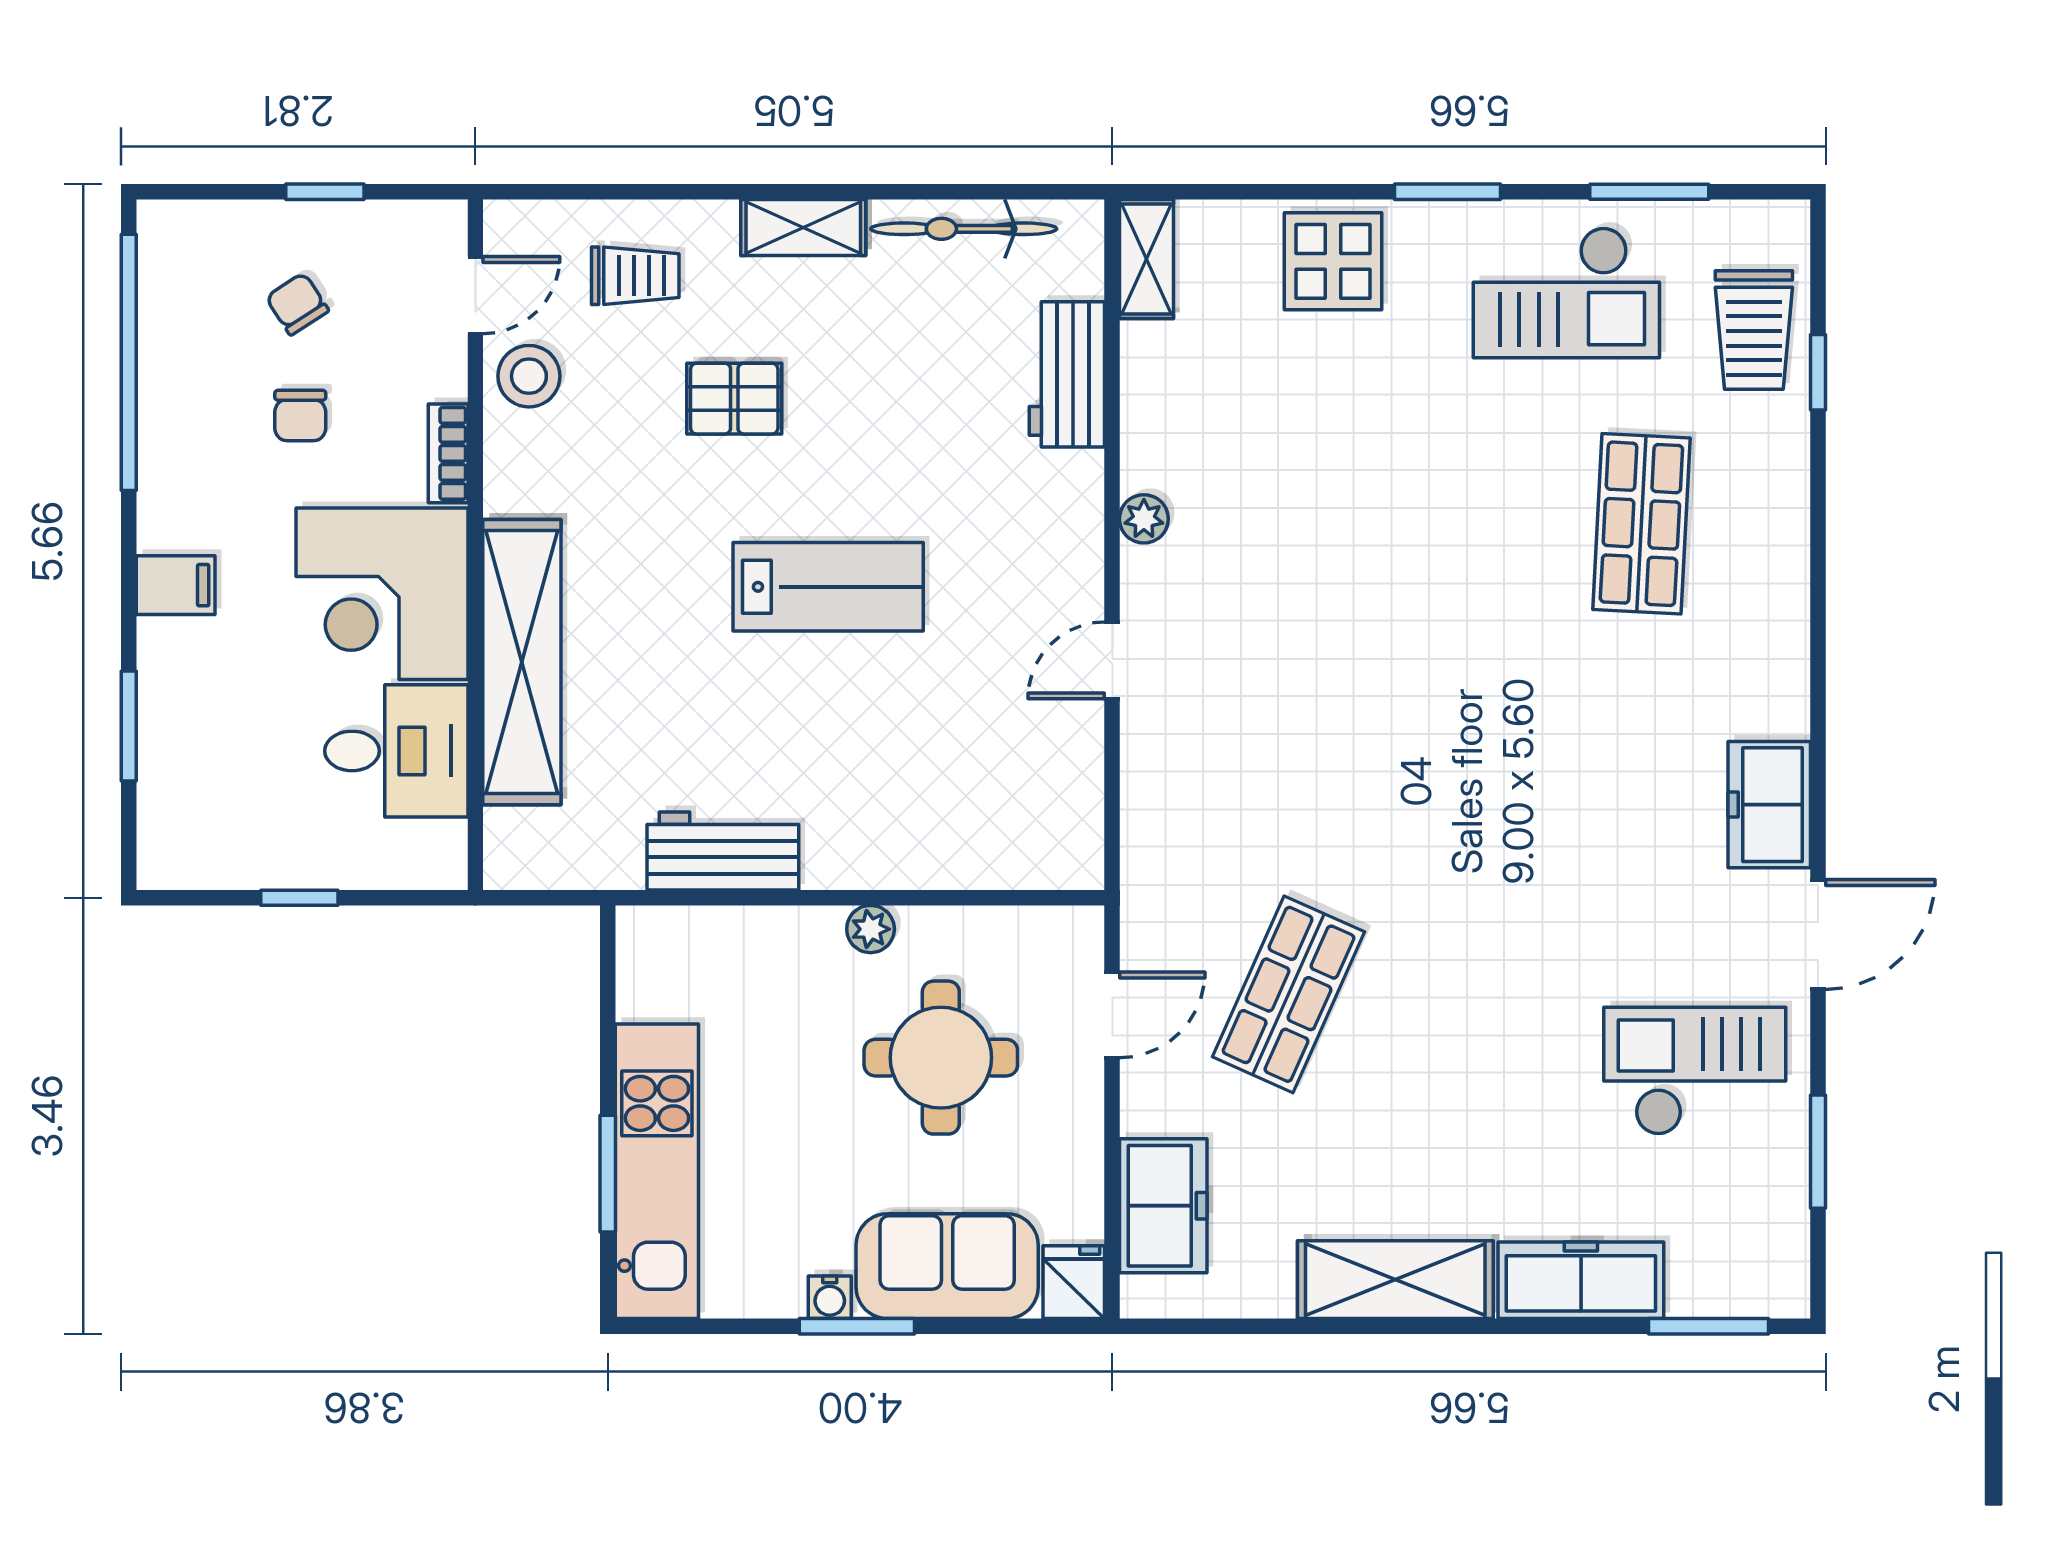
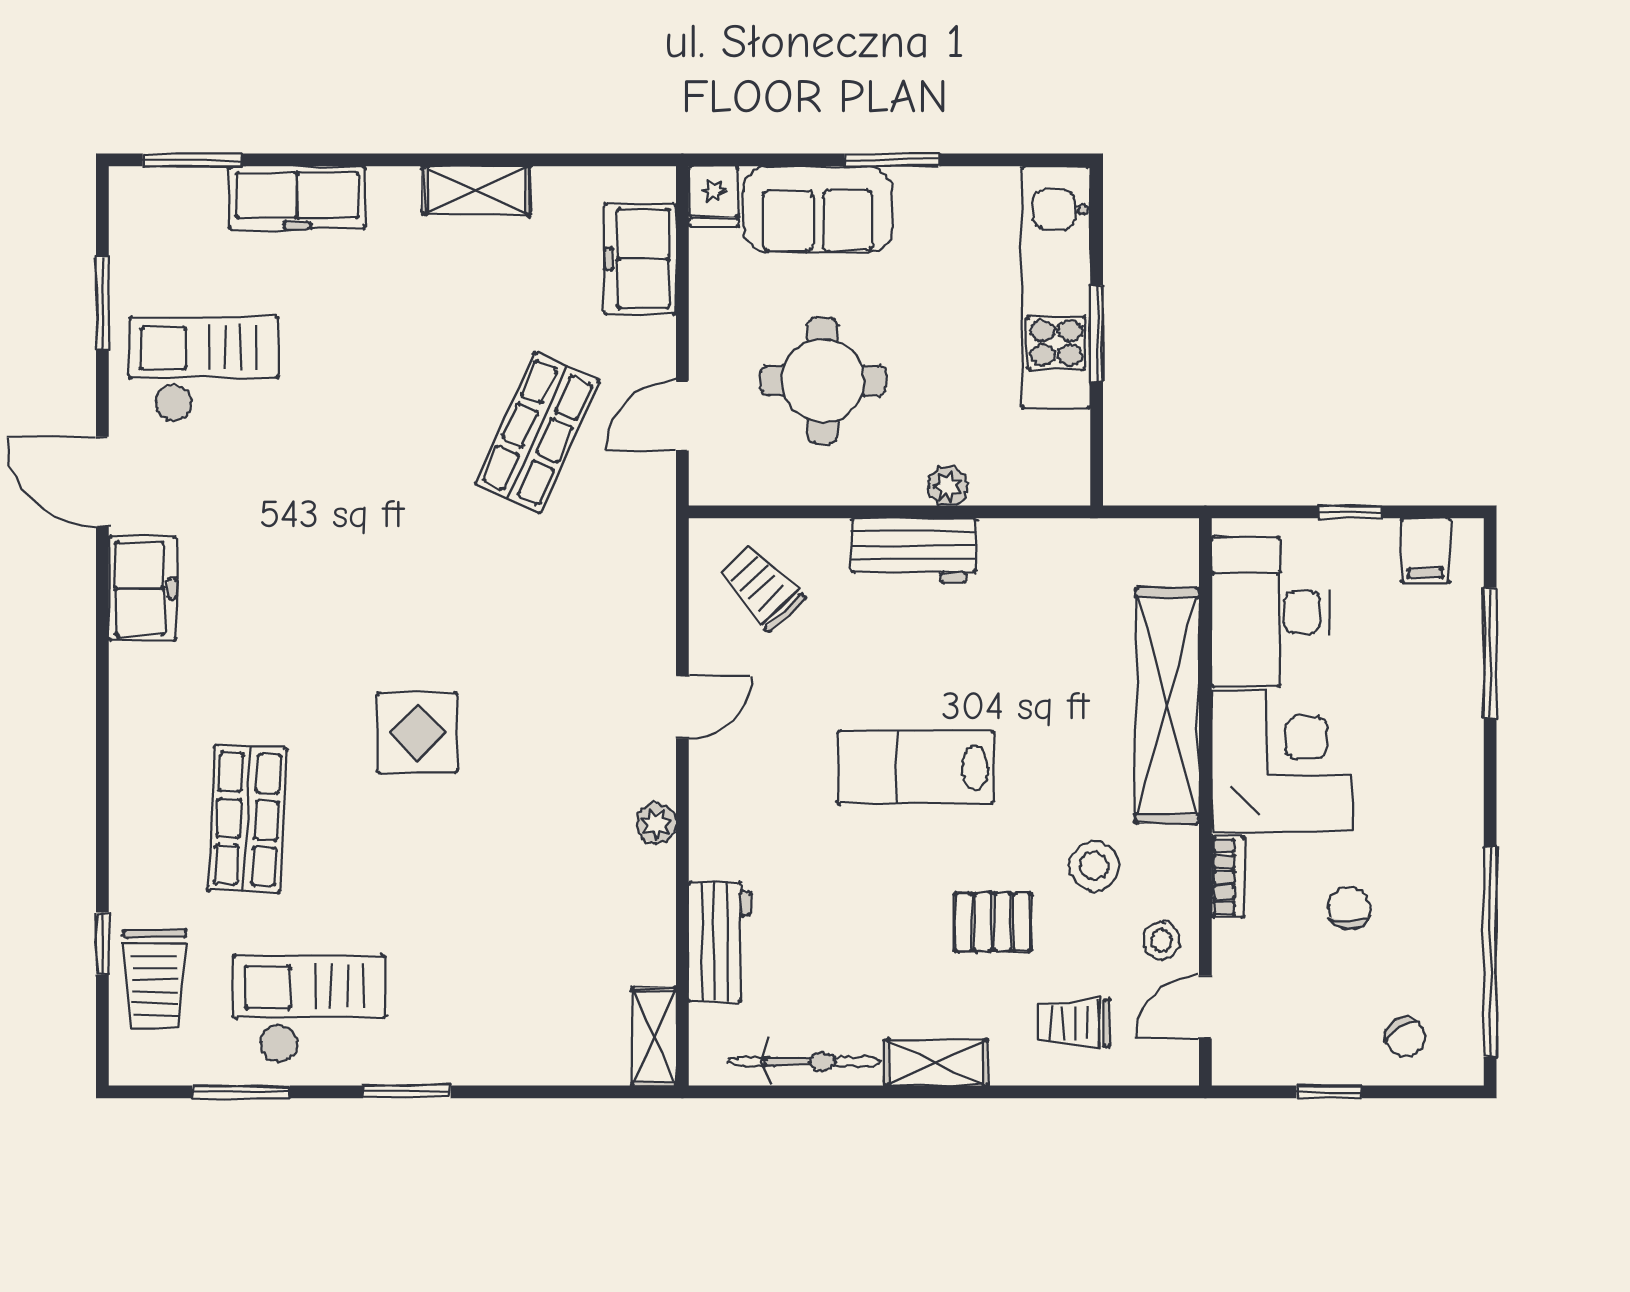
display table: (1333, 261) -> (417, 733), moved
chair: (297, 304) -> (1406, 1037), moved
trolley: (1754, 330) -> (155, 978), turned 180
stool: (529, 376) -> (1161, 940), width x0.73, depth x0.73
stool: (611, 467) -> (1094, 866), added
filing cabinet: (176, 585) -> (1425, 550), moved, turned -90
window: (129, 726) -> (1490, 653), width x1.44
desk: (396, 751) -> (1270, 612), width x1.37
trolley: (1016, 806) -> (761, 587), added
workbench: (723, 851) -> (914, 550), moved
plant: (871, 929) -> (948, 486), moved
door: (1818, 935) -> (102, 482), hinge flipped
checkout: (1695, 1071) -> (204, 370), turned 180
window: (608, 1174) -> (1097, 333), moved
shelving: (1395, 1280) -> (476, 190), width x0.67, depth x0.75
water cooler: (830, 1297) -> (914, 184), removed

